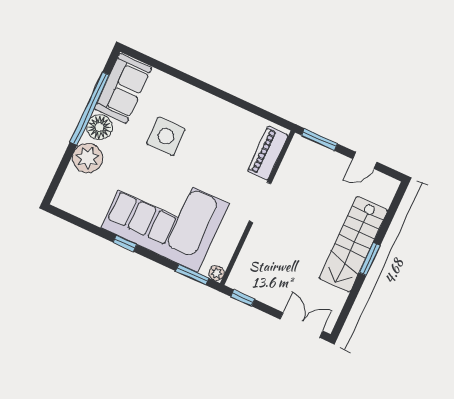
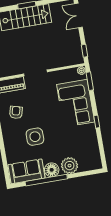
armchair: (221, 133) -> (16, 112), added
corner sofa: (165, 216) -> (76, 103), width x0.73, depth x0.74

